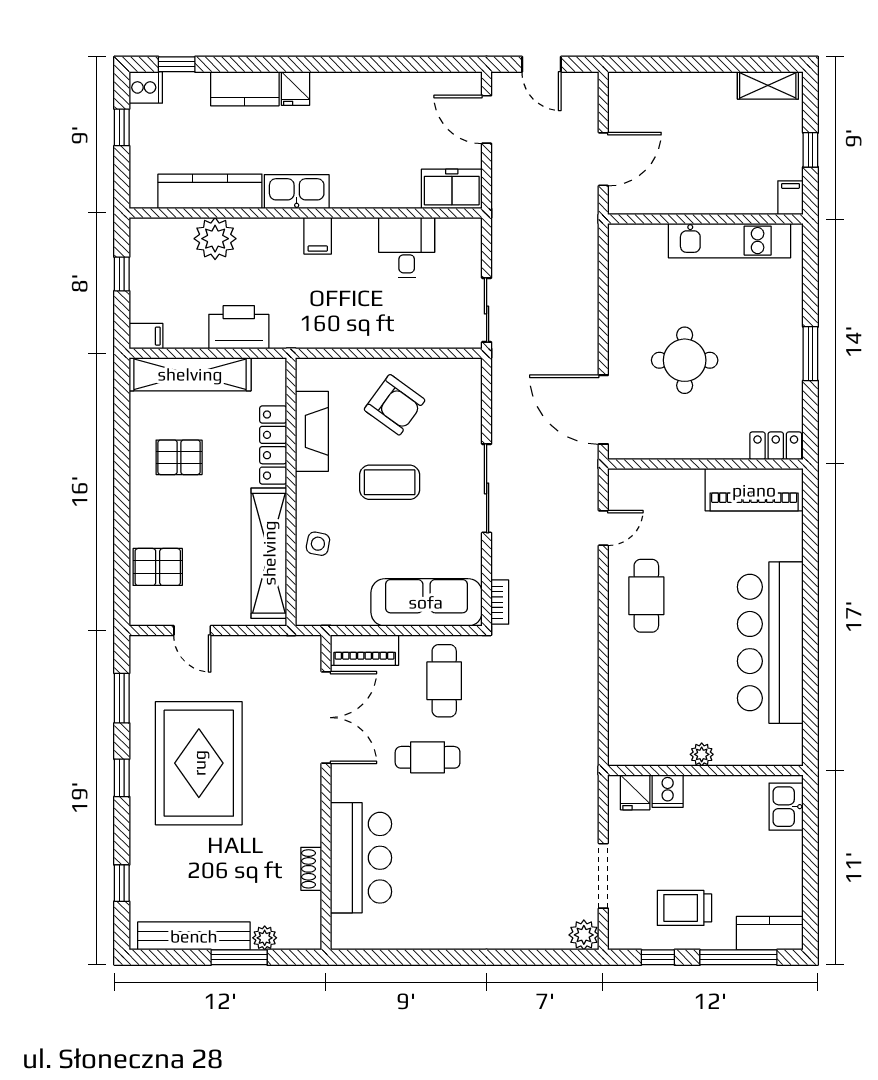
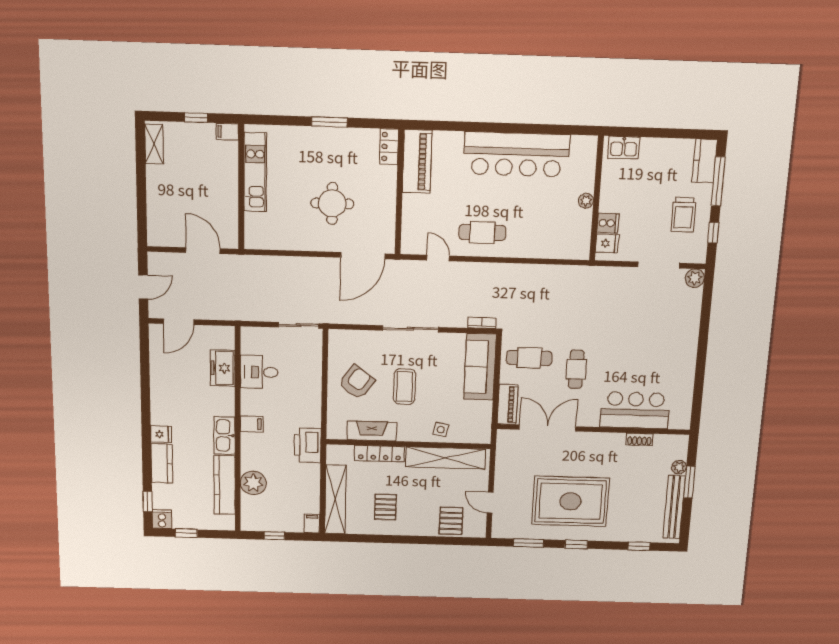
freezer: (452, 189) -> (223, 368), moved
printer: (239, 327) -> (308, 445), moved
door: (192, 630) -> (490, 503), swing flipped

